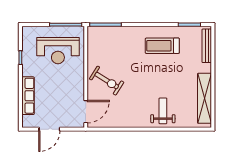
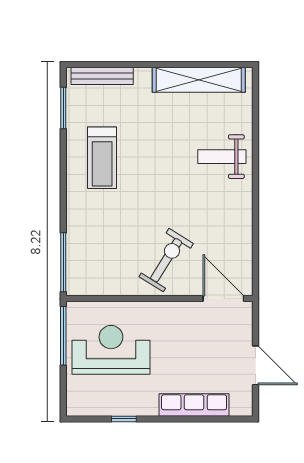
reception desk: (58, 51) -> (111, 350), turned -90

